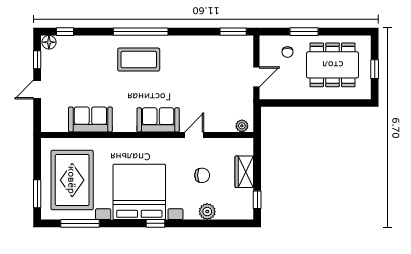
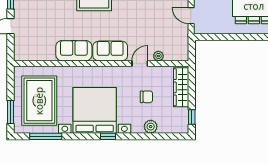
door: (256, 77) -> (191, 16), swing flipped
sofa: (90, 119) -> (74, 51), moved
plant: (242, 126) -> (158, 56), moved
wardrobe: (244, 172) -> (181, 87), width x1.50

